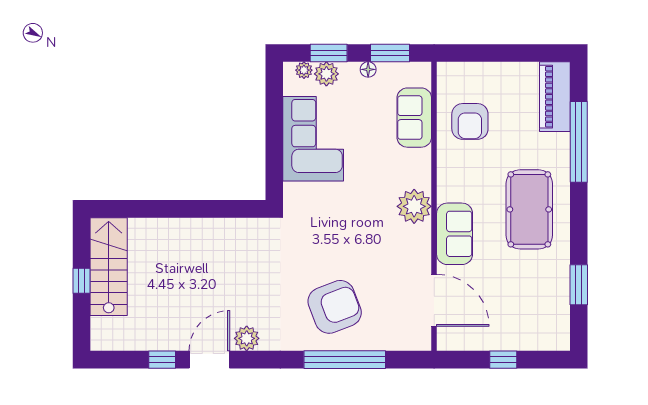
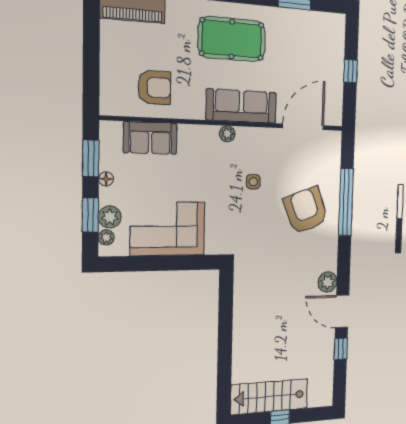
plant: (414, 206) -> (227, 134), width x0.53, depth x0.53
sofa: (455, 234) -> (241, 106), width x1.36
side table: (368, 239) -> (253, 182), added

